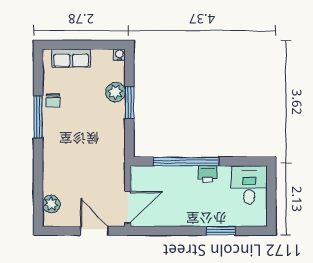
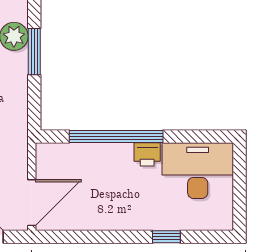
desk: (249, 185) -> (198, 171), width x1.37
window: (221, 231) -> (166, 237), width x0.67

